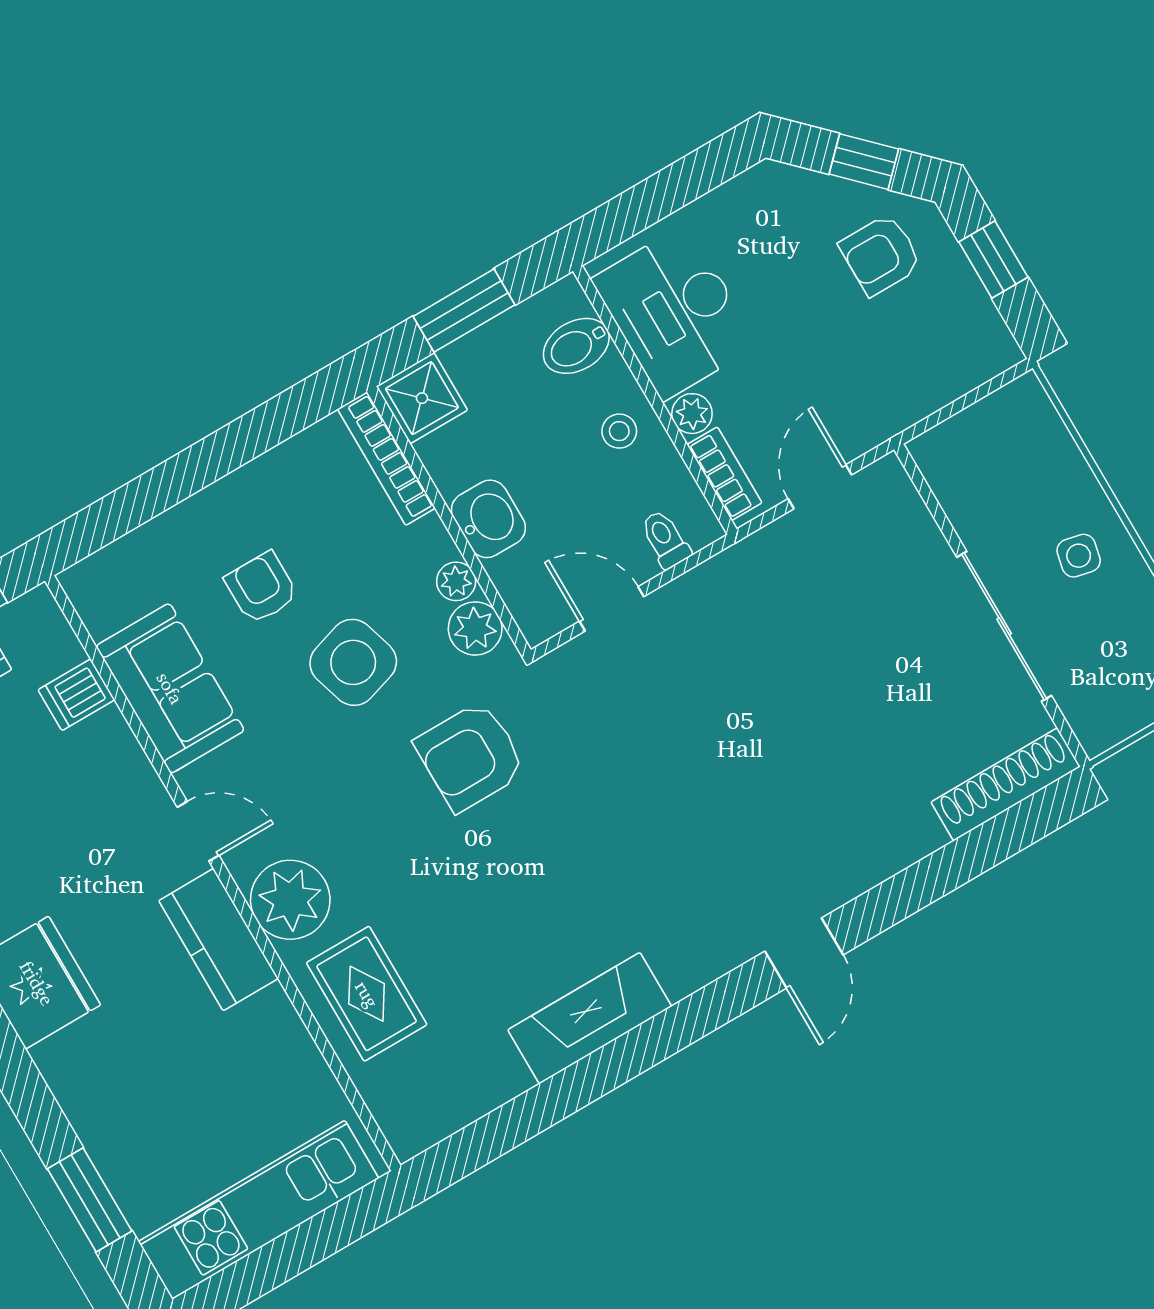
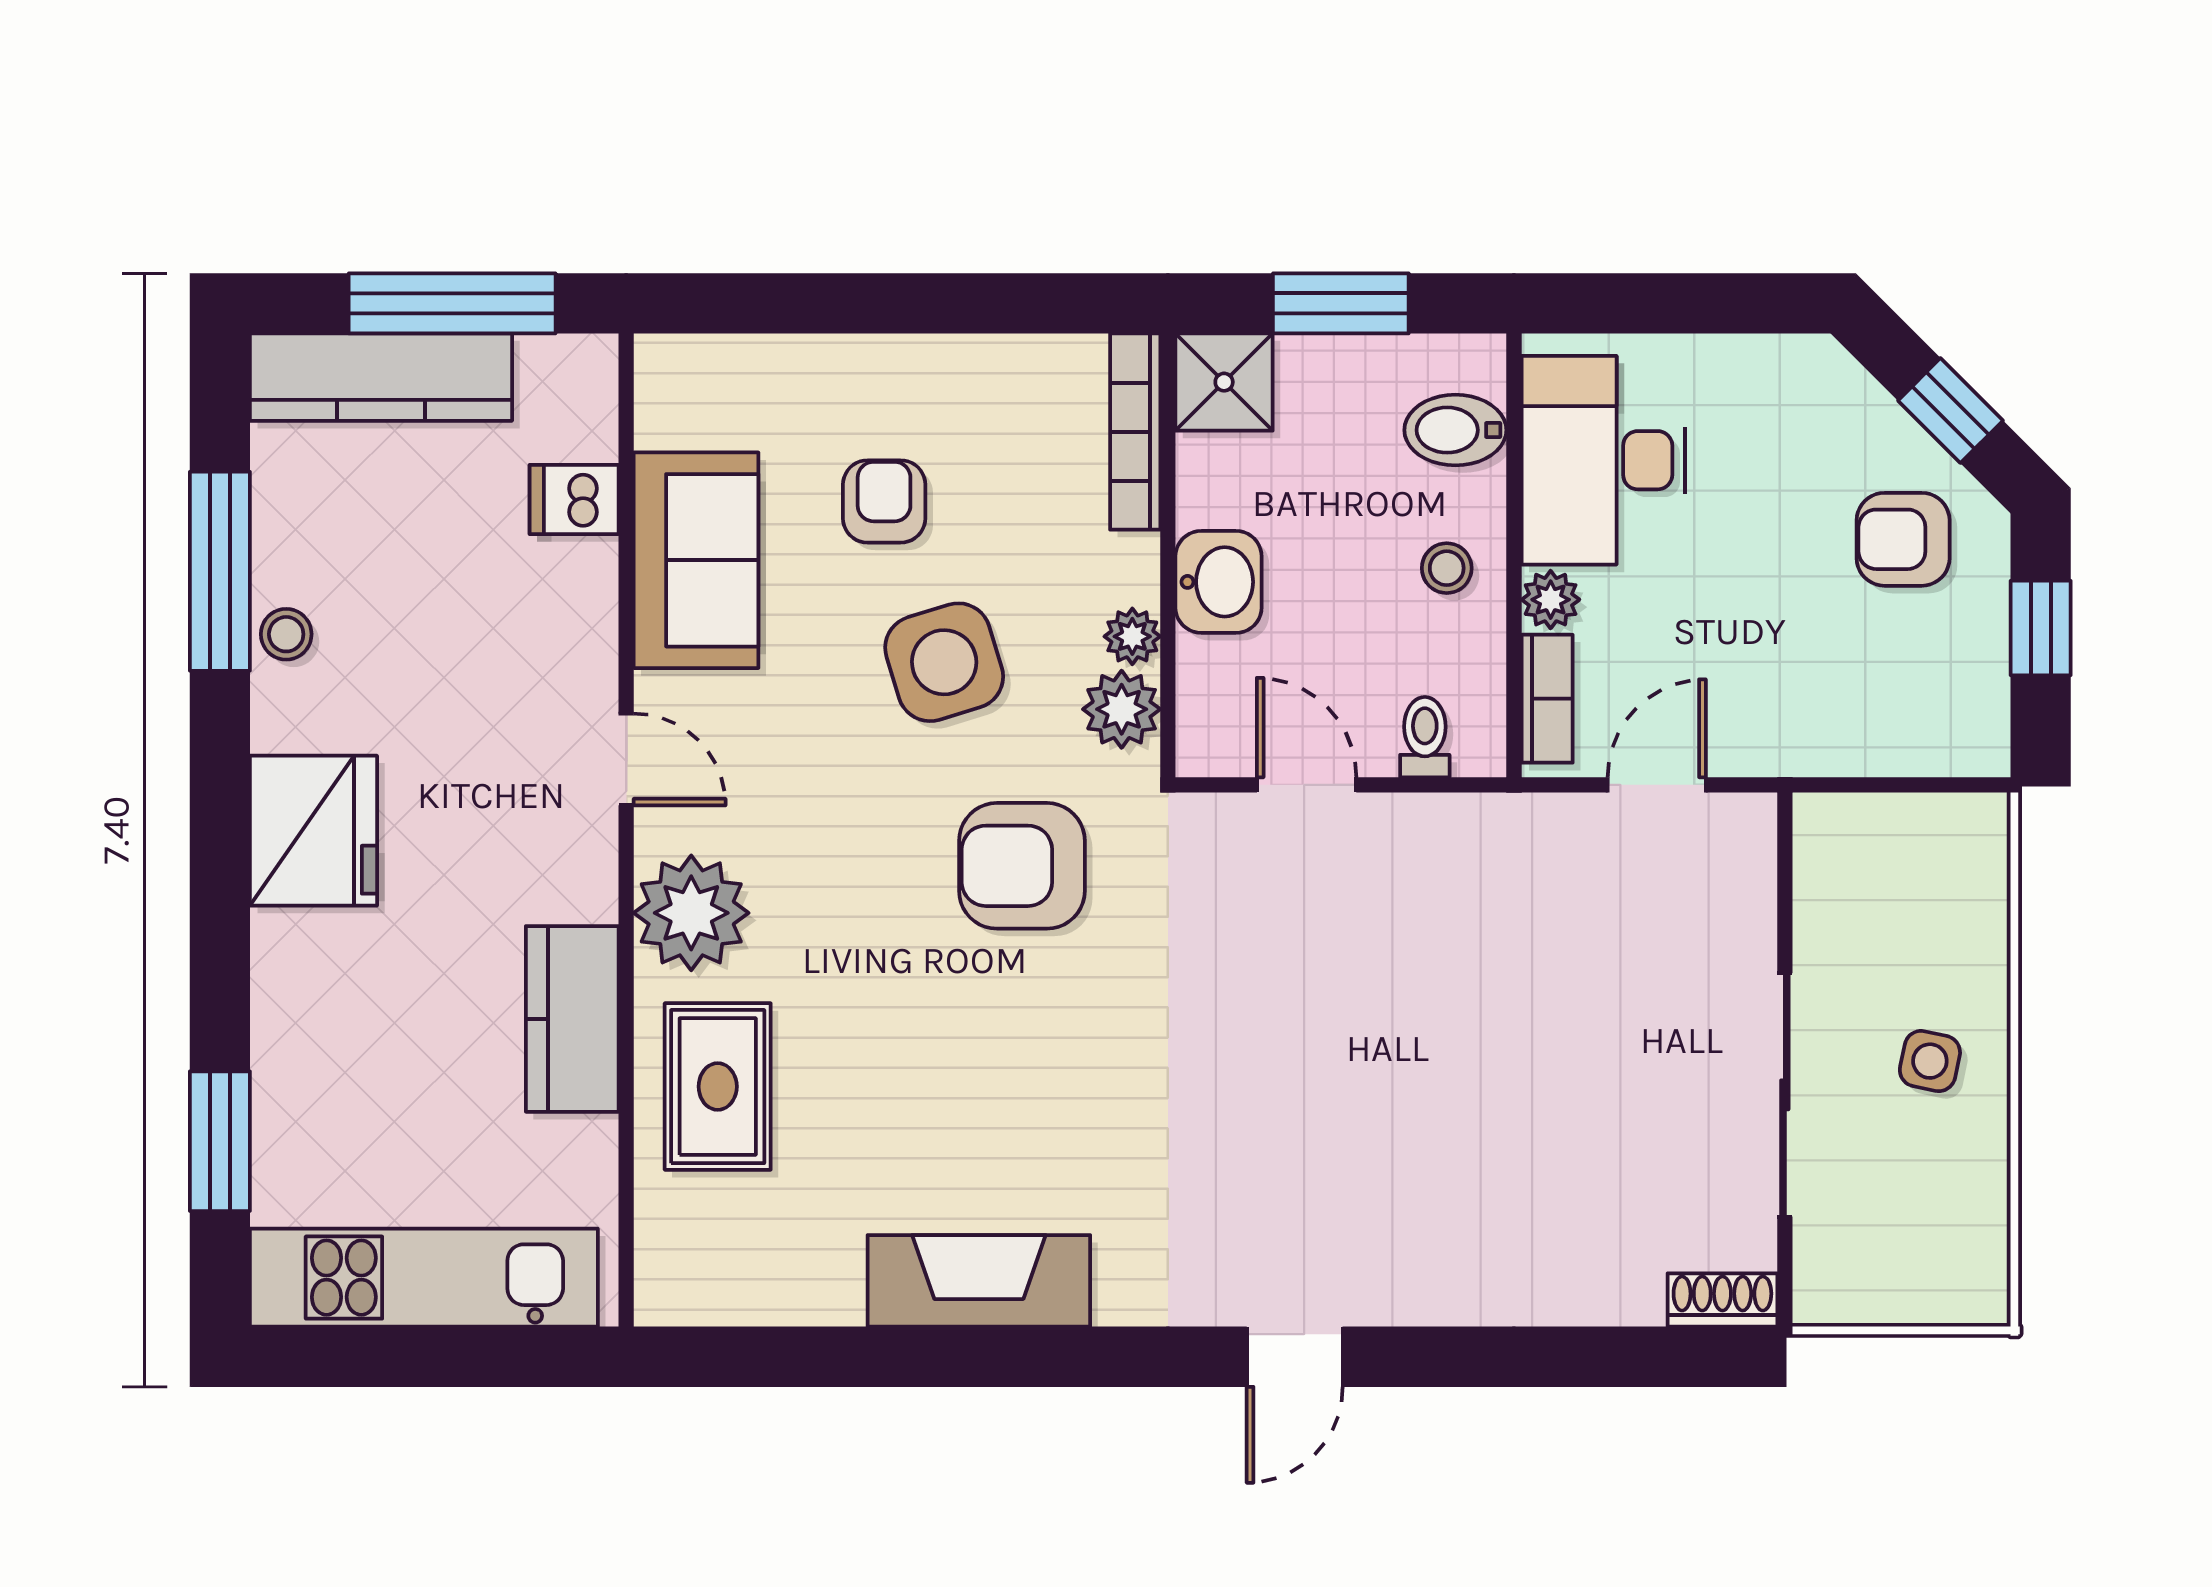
shoe rack: (1006, 784) -> (1722, 1300), width x0.51, depth x0.81
kitchen counter: (219, 940) -> (572, 1019), moved

